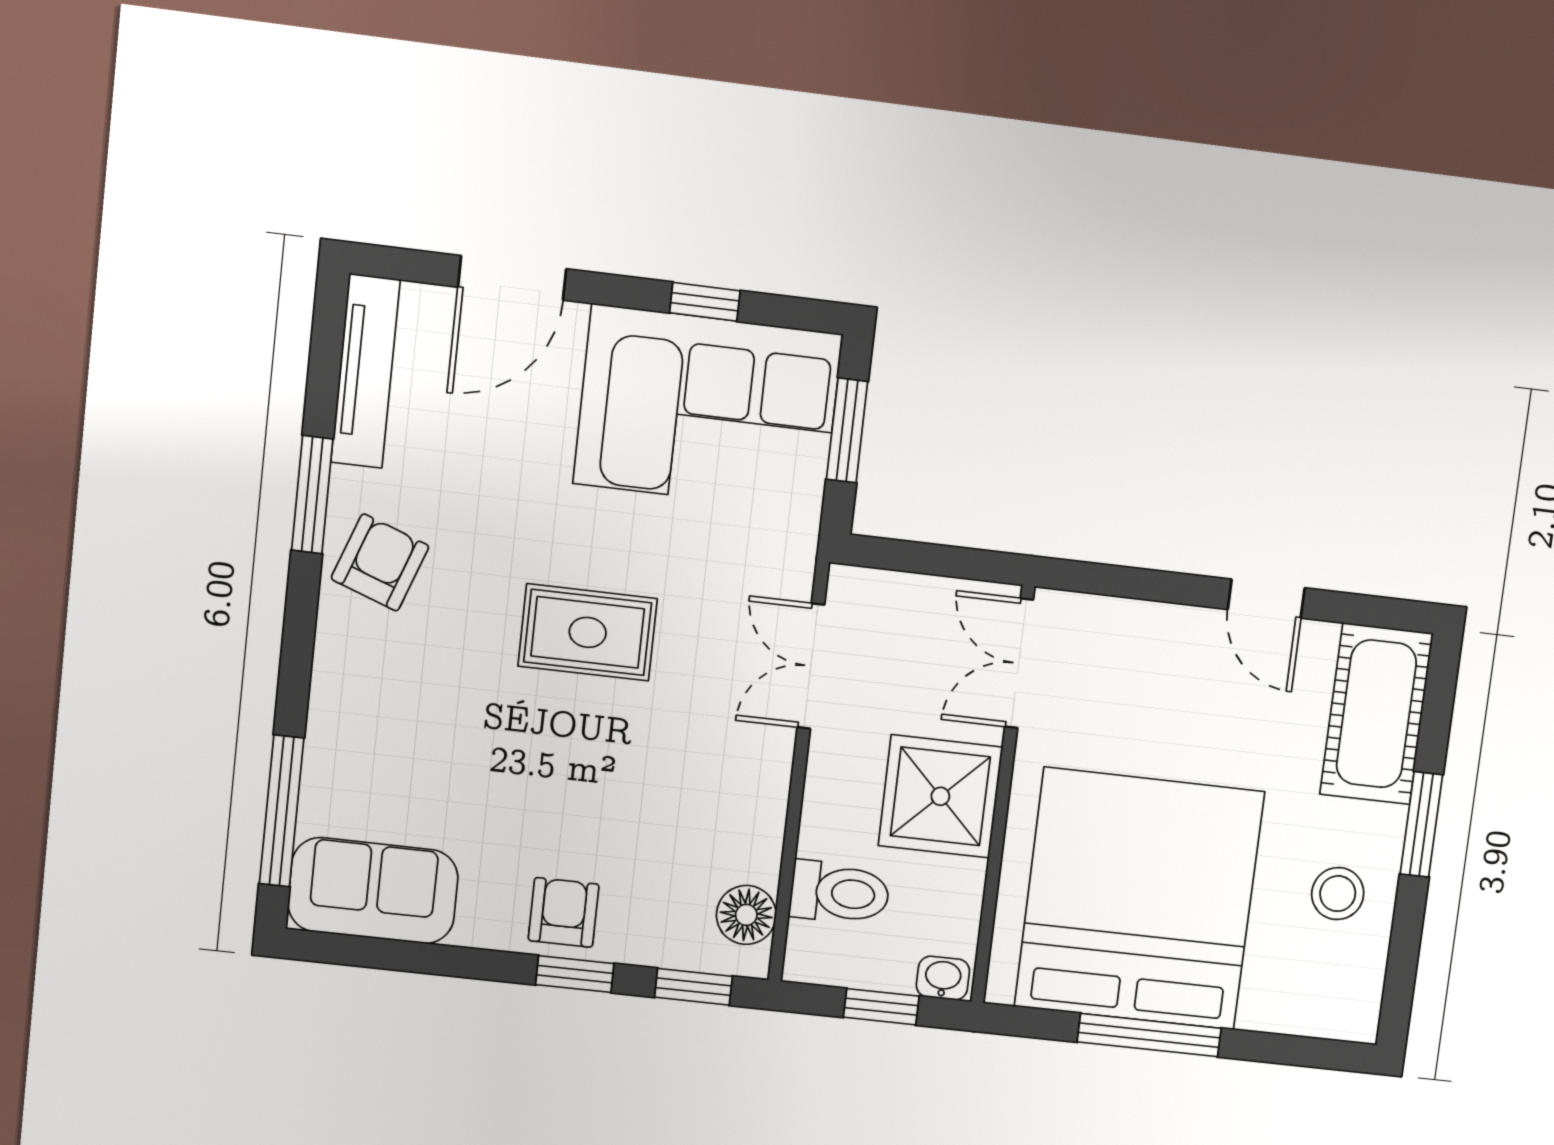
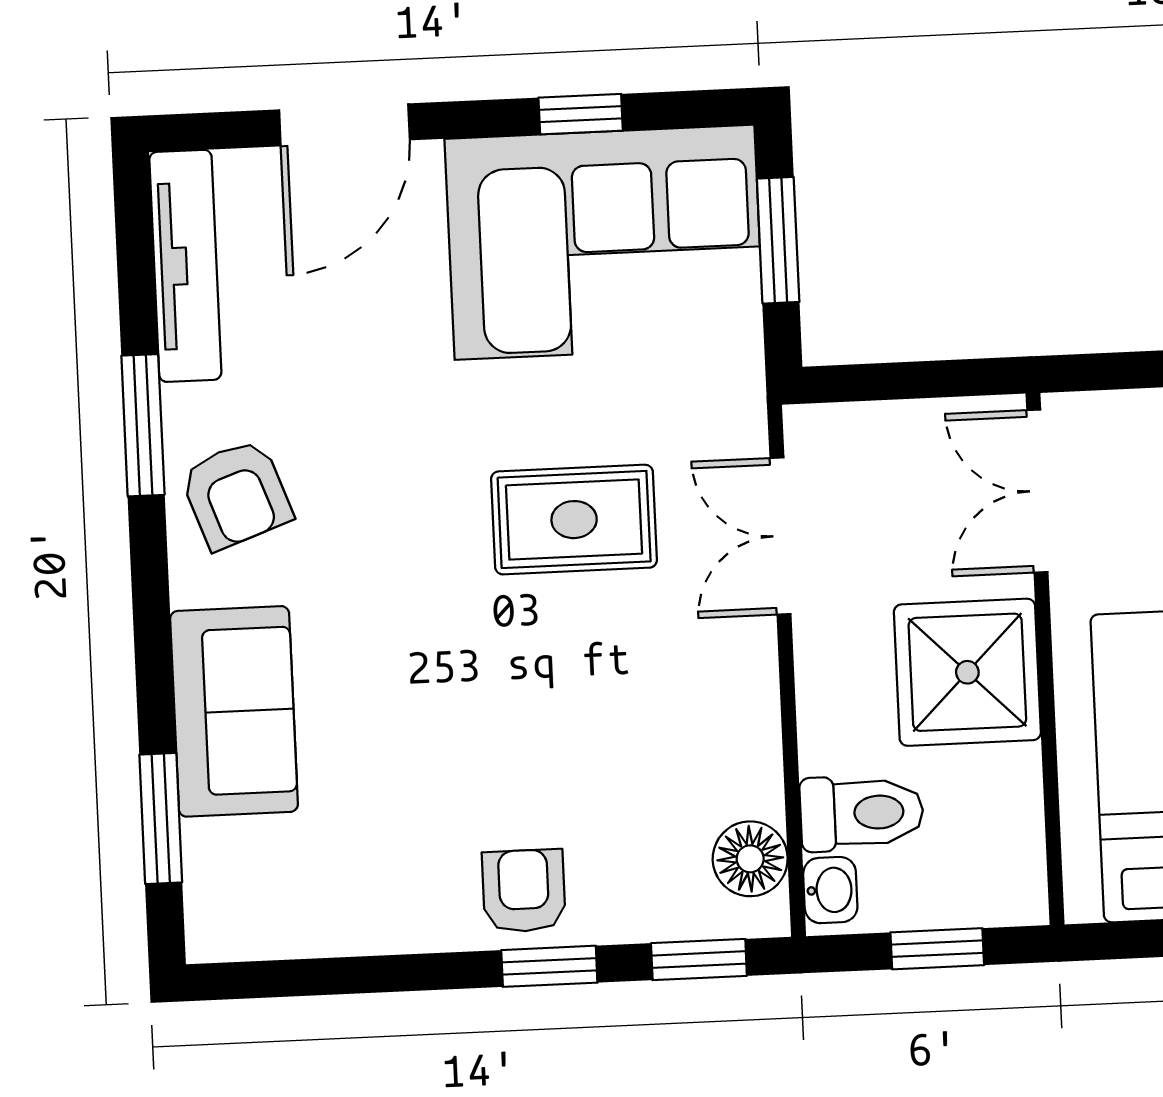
armchair: (380, 562) -> (236, 494), turned 140
rug: (588, 632) -> (574, 520), moved
window: (282, 811) -> (161, 819), width x0.69
sofa: (373, 891) -> (234, 711), moved, turned 90
washbasin: (943, 978) -> (830, 890), moved, turned 90

